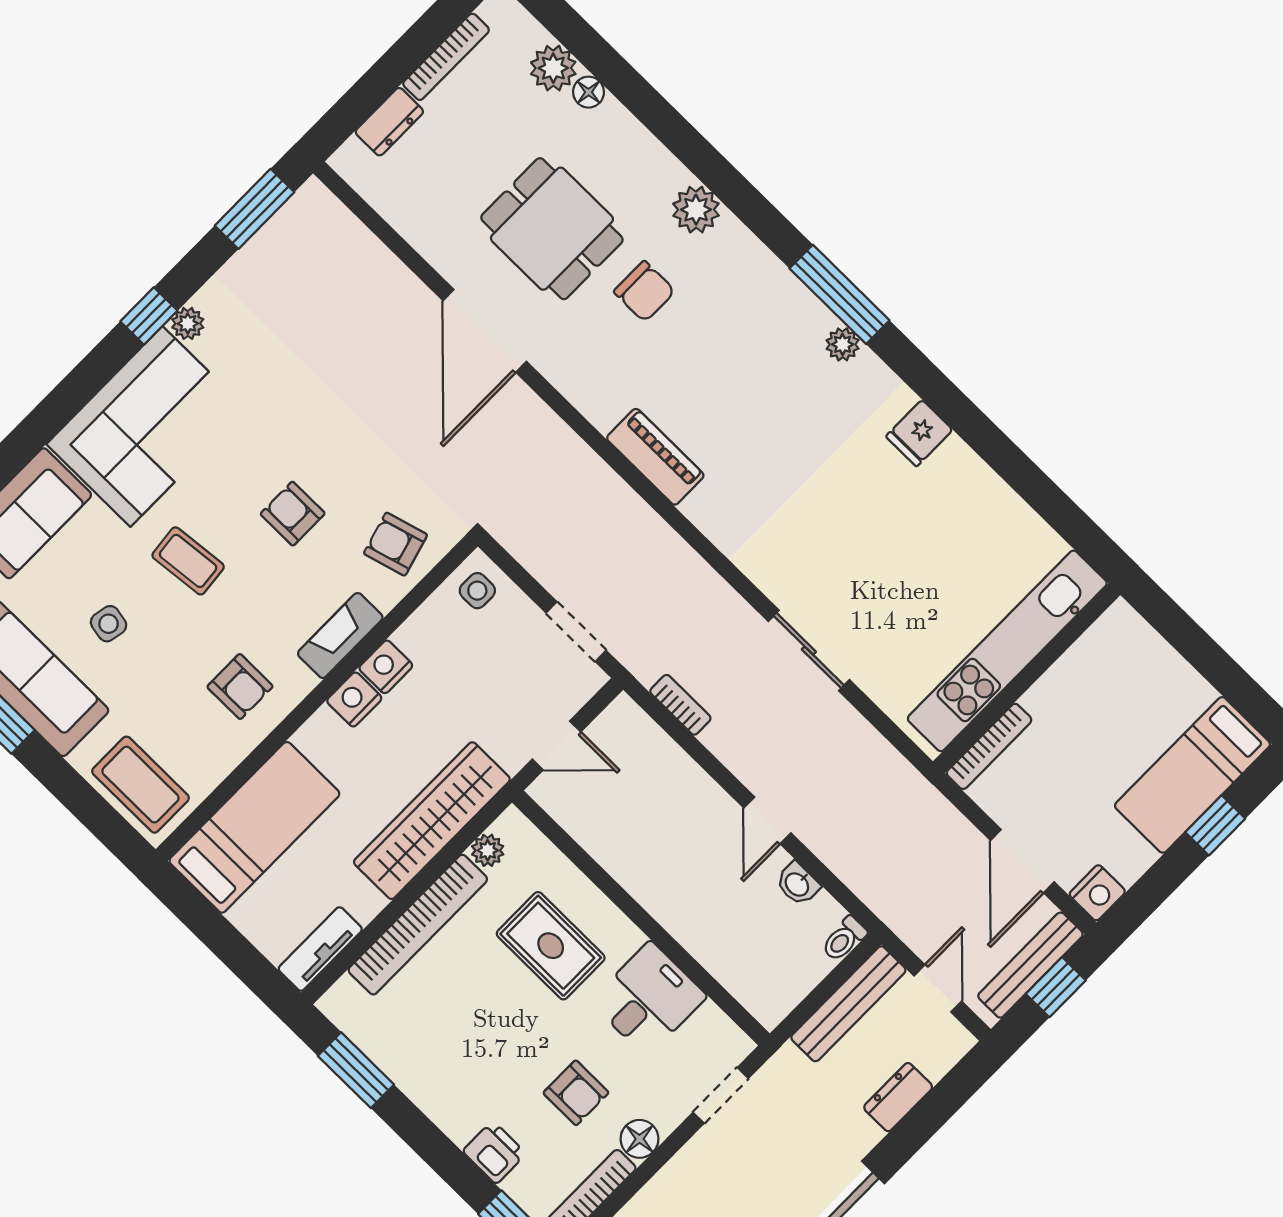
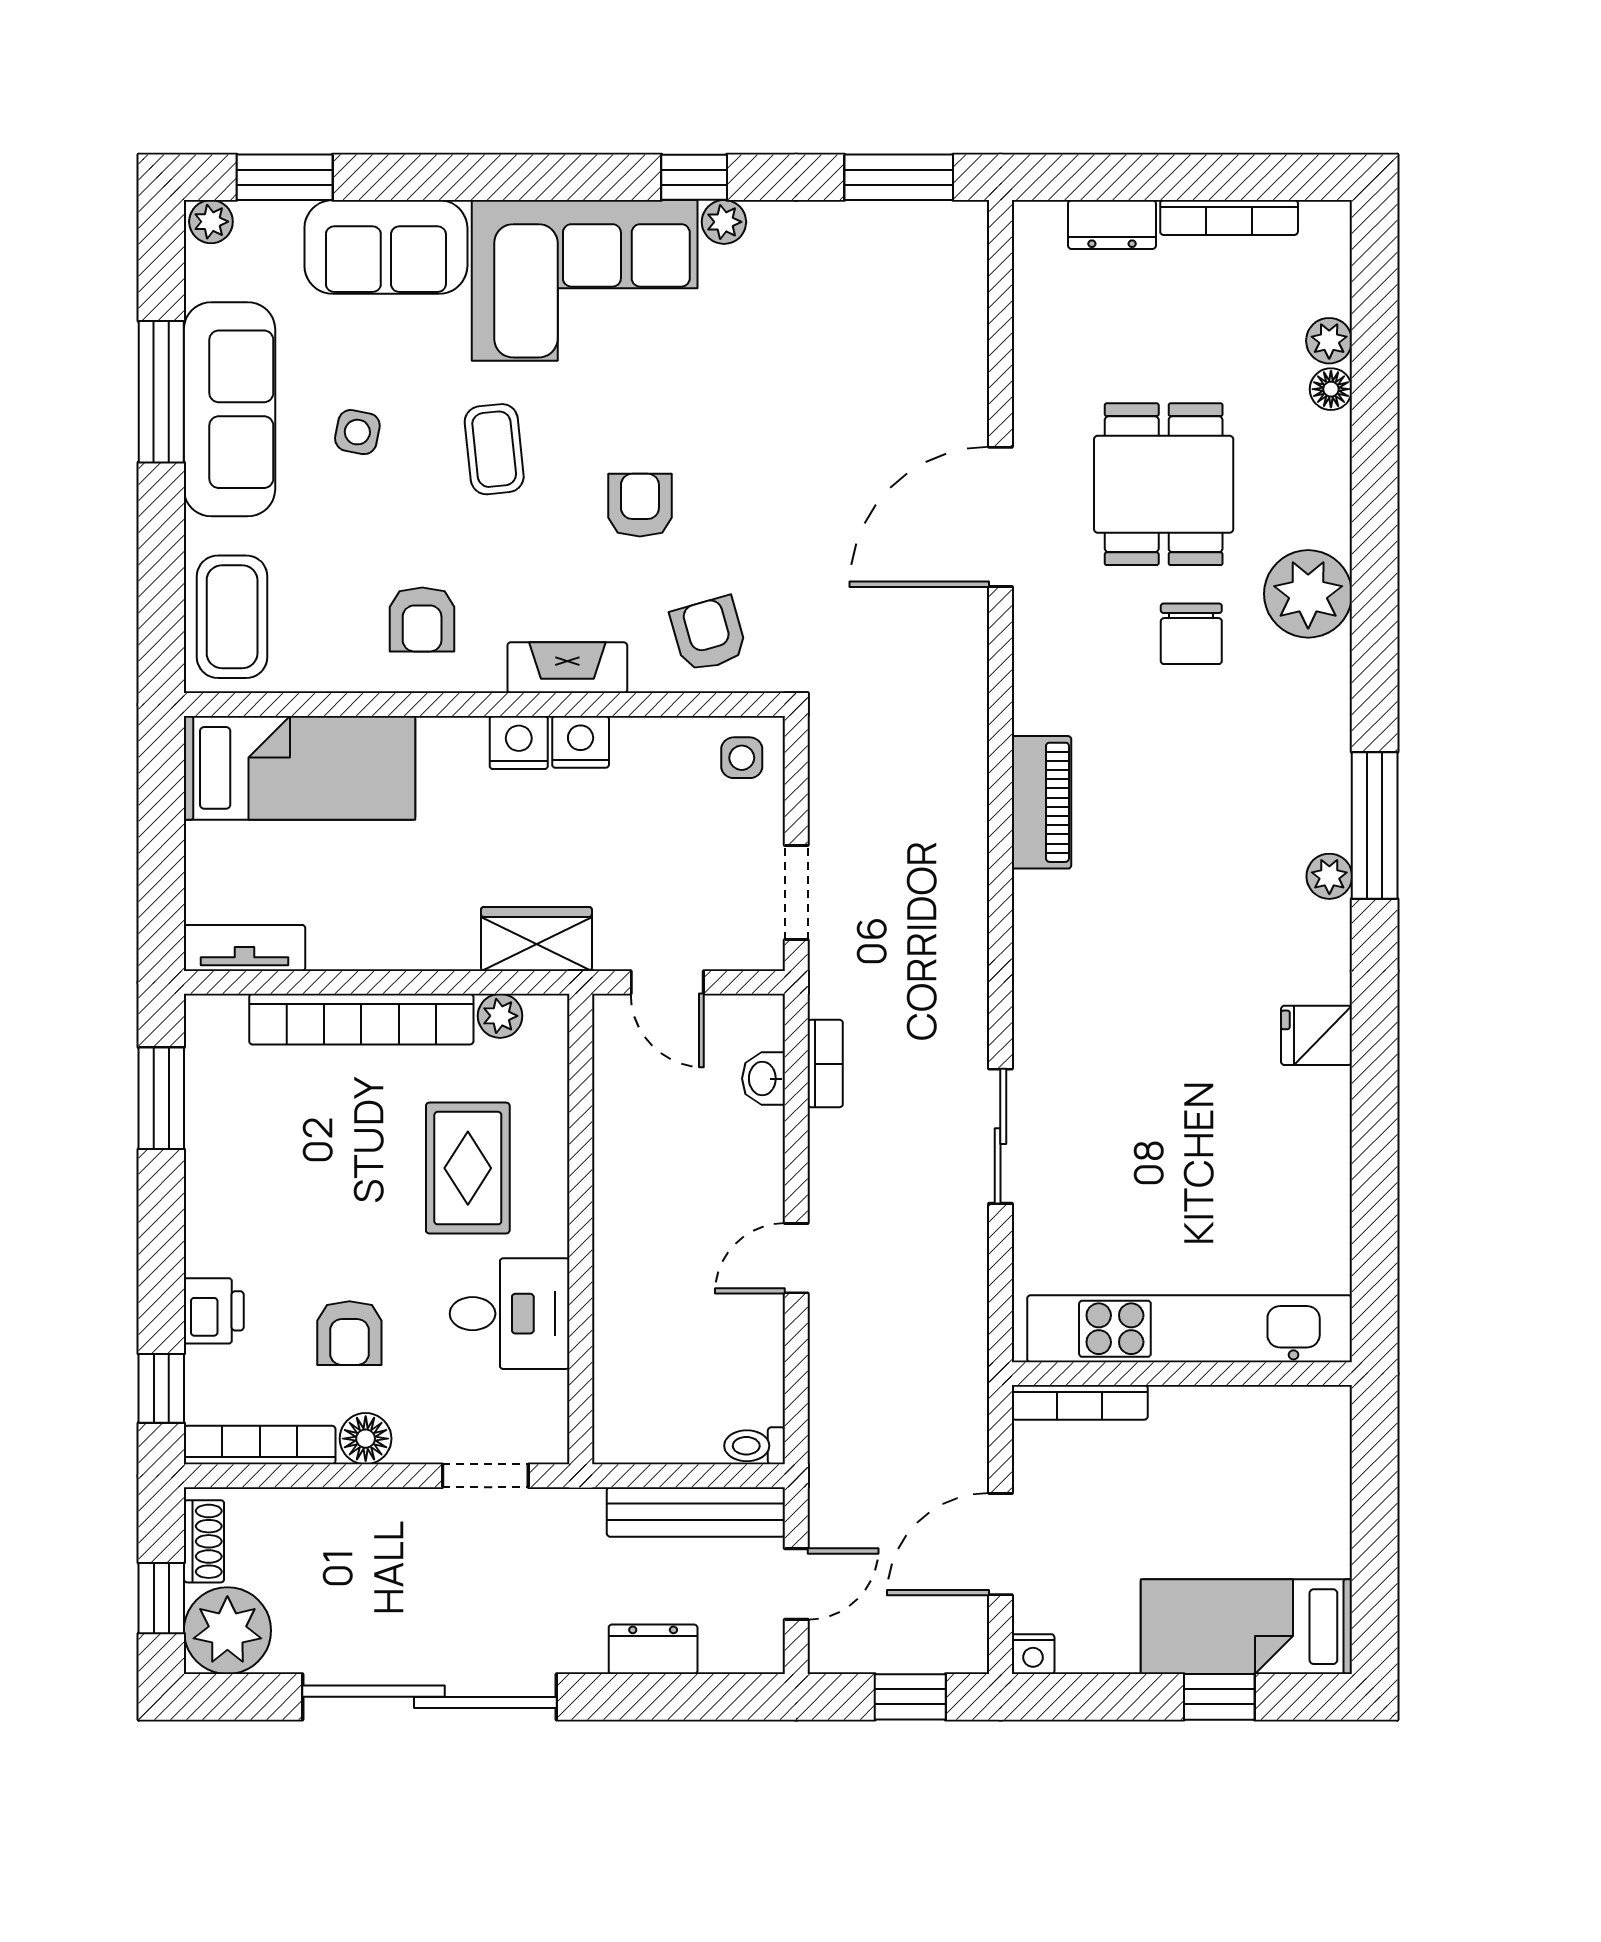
plant: (553, 68) -> (1329, 341), width x0.73, depth x0.73
plant: (696, 210) -> (1308, 594), width x1.36, depth x1.36
wardrobe: (432, 821) -> (536, 939), width x0.48, depth x0.85
washbasin: (798, 884) -> (764, 1079), moved
nightstand: (1097, 893) -> (1033, 1654), width x0.72, depth x0.74
bench: (1030, 965) -> (907, 1651), removed

